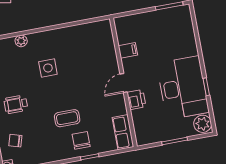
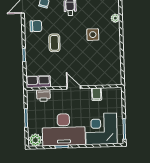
corner desk: (174, 37) -> (101, 129), added
printer: (136, 100) -> (43, 95), moved
chair: (81, 140) -> (36, 26), moved

